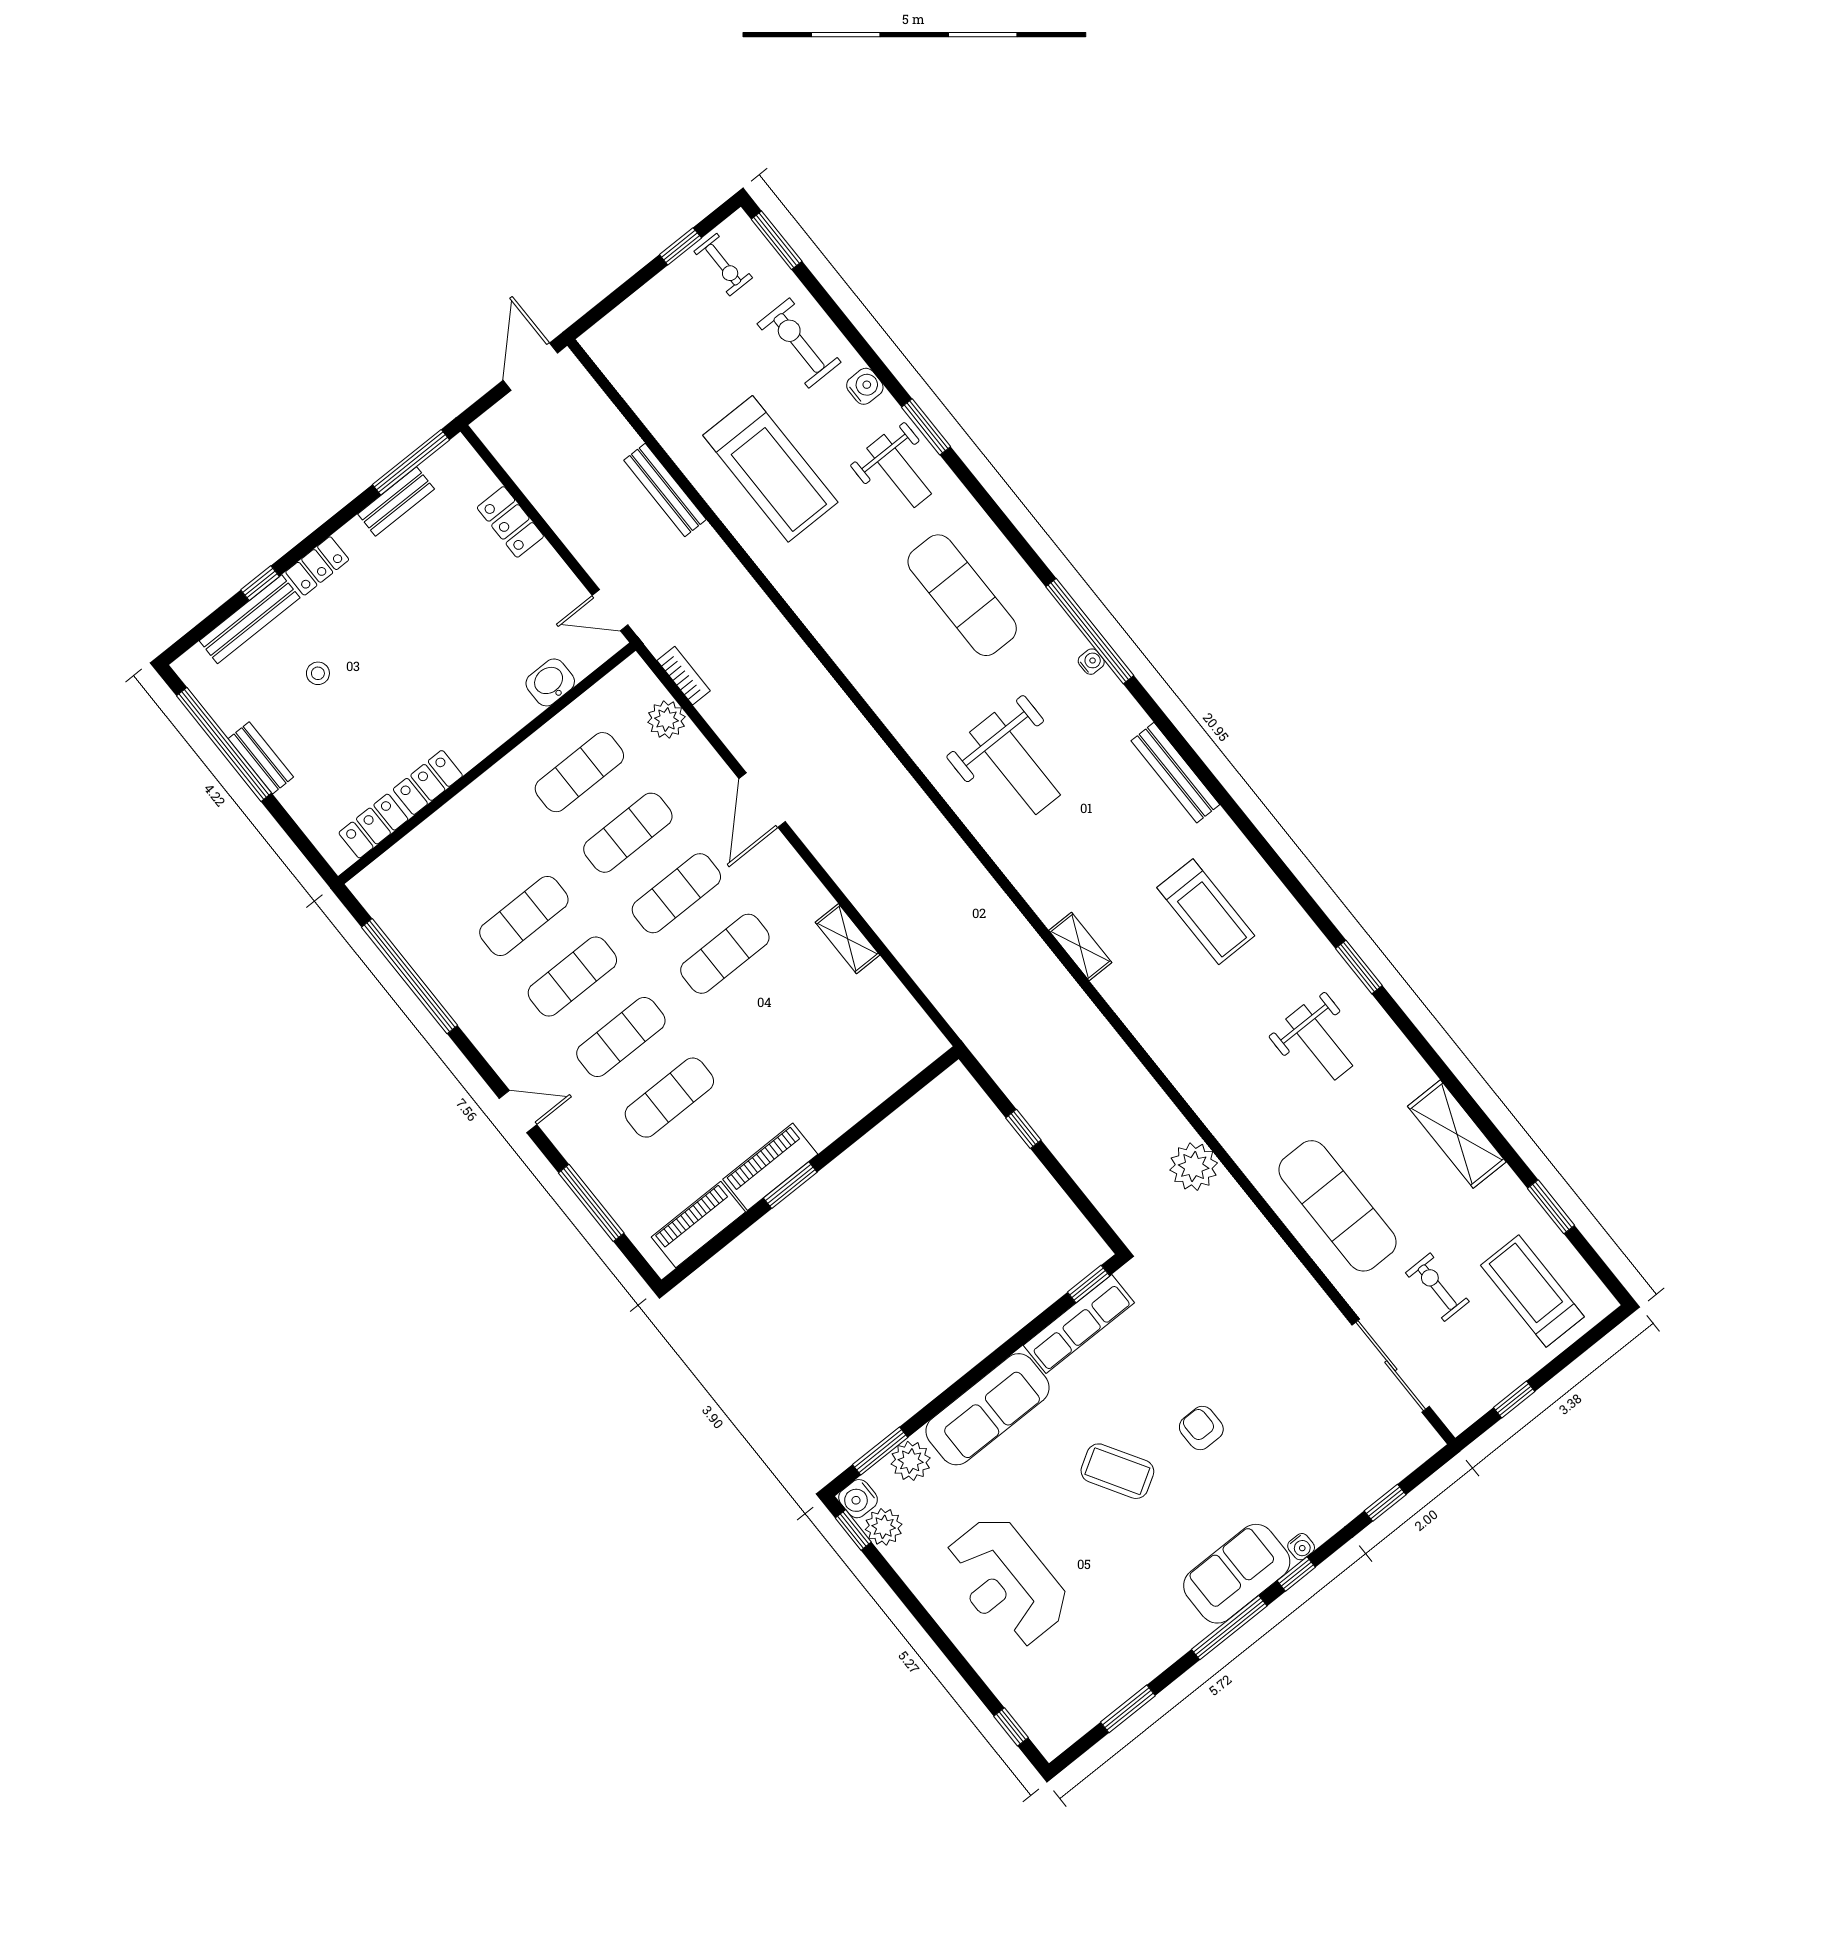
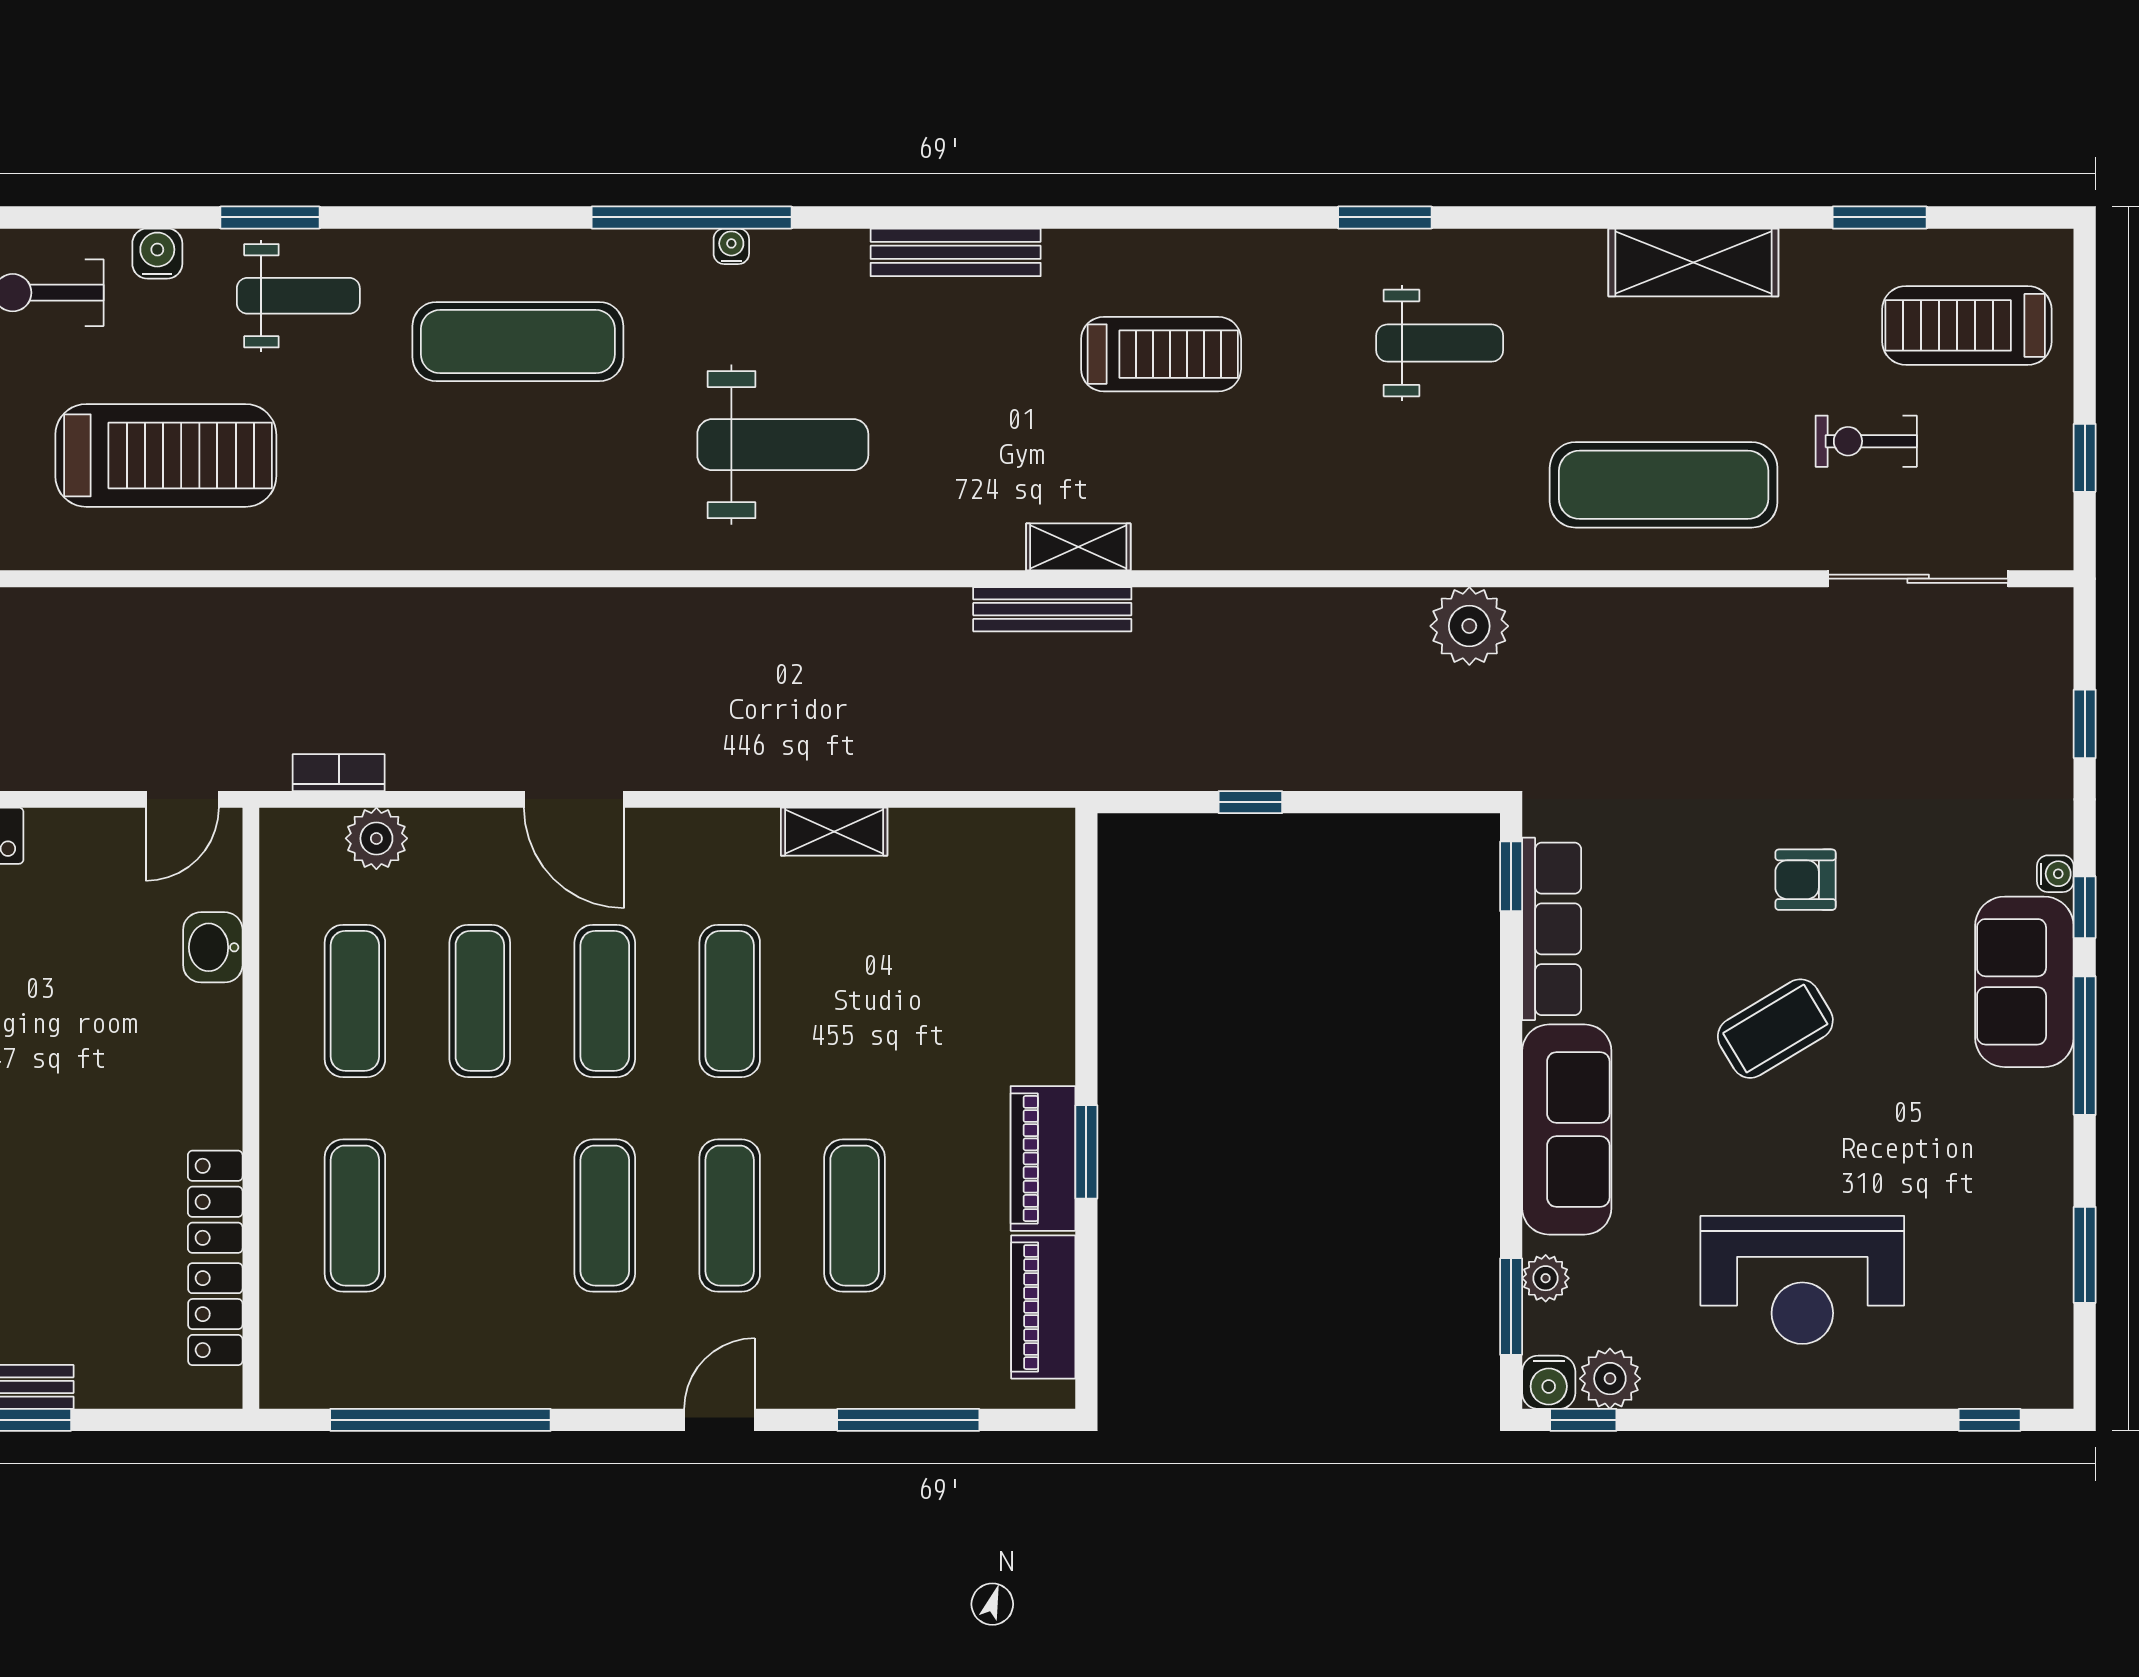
bench: (665, 490) -> (1052, 609), moved
exercise mat: (524, 916) -> (355, 1216), moved
plant: (911, 1461) -> (1546, 1278), width x0.73, depth x0.73

